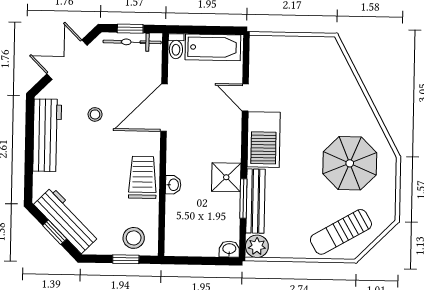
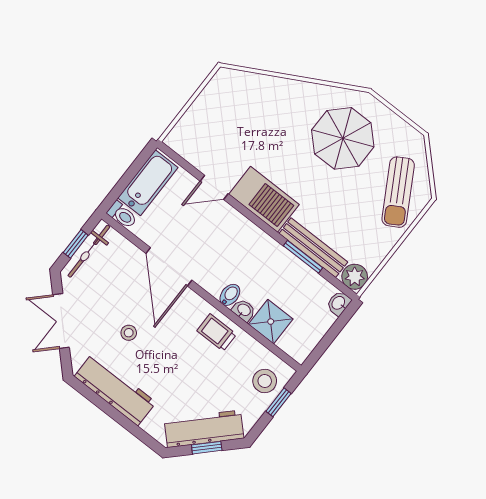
bidet: (177, 167) -> (230, 295), added
trolley: (143, 177) -> (217, 332), width x0.73, depth x0.72
shower: (226, 177) -> (271, 322), moved

